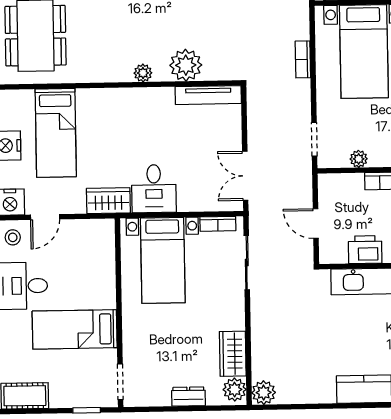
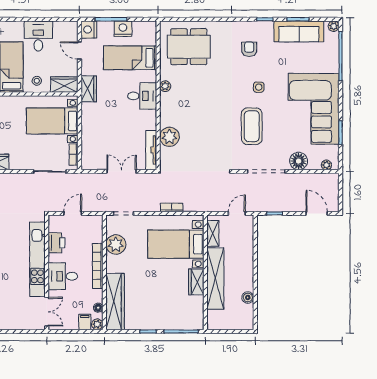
plant: (143, 73) -> (165, 86), moved
plant: (359, 159) -> (116, 245), width x1.88, depth x1.88
double door: (245, 176) -> (122, 171), moved
desk: (154, 189) -> (142, 96), moved, turned 180
stool: (13, 237) -> (37, 81), moved
wardrobe: (102, 241) -> (64, 85), added

